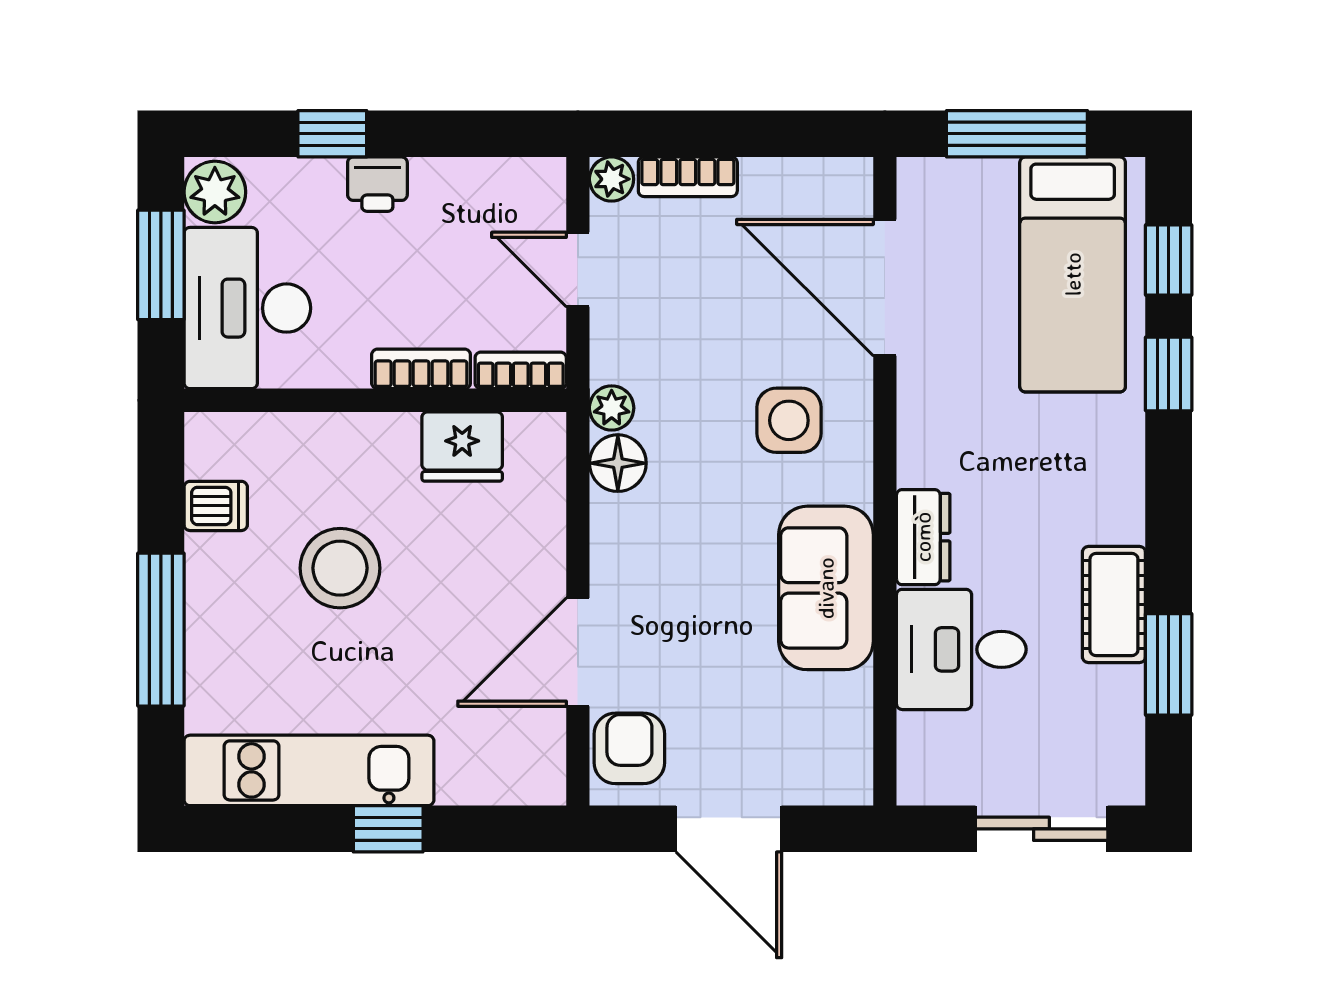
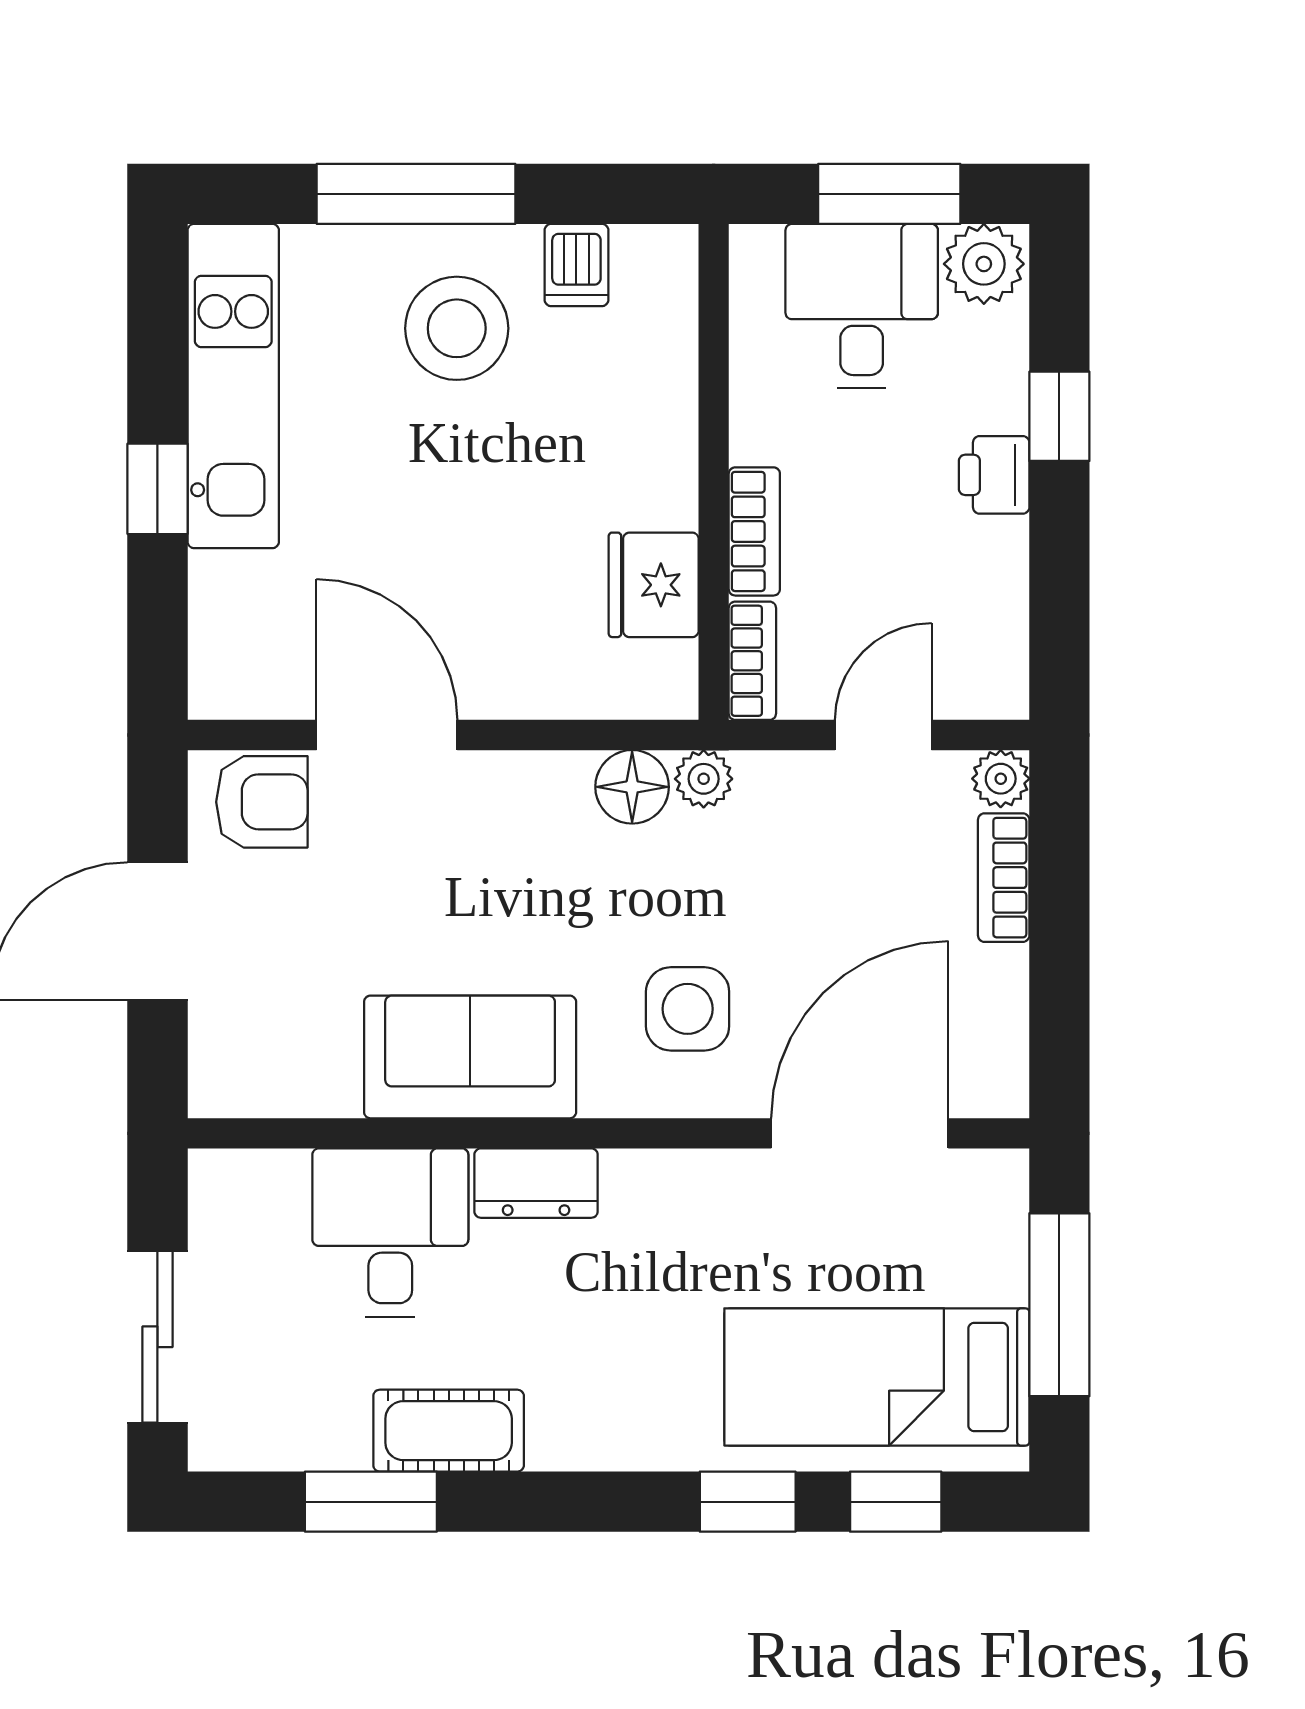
desk: (247, 308) -> (862, 306), width x0.73
stool: (340, 568) -> (457, 328), moved

